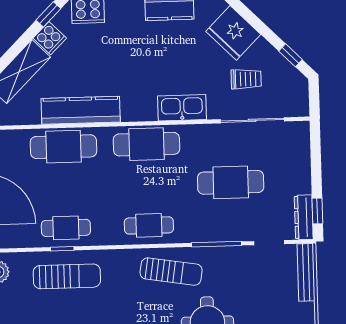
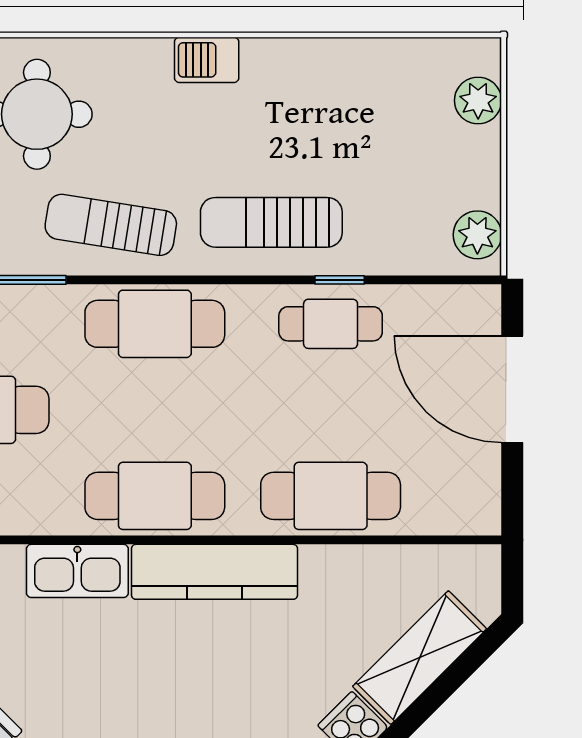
kitchen counter: (81, 110) -> (214, 572), moved
cafe table: (149, 225) -> (155, 324), width x1.37, depth x1.35
sun lounger: (67, 276) -> (271, 222), moved

